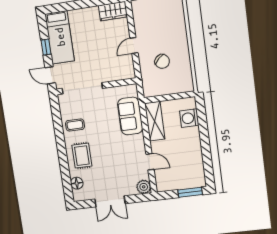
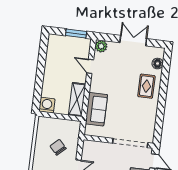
washing machine: (189, 118) -> (47, 105), moved, turned -90
coffee table: (75, 125) -> (145, 114), removed
window: (190, 192) -> (76, 34), moved

